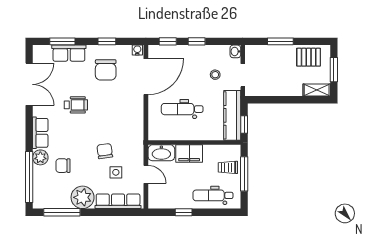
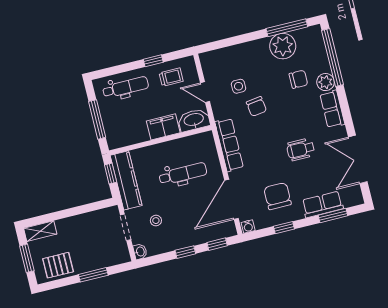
trolley: (228, 167) -> (171, 77), moved
plant: (83, 197) -> (283, 46), moved
row of seats: (118, 201) -> (229, 145), moved, turned -90

